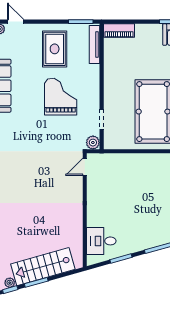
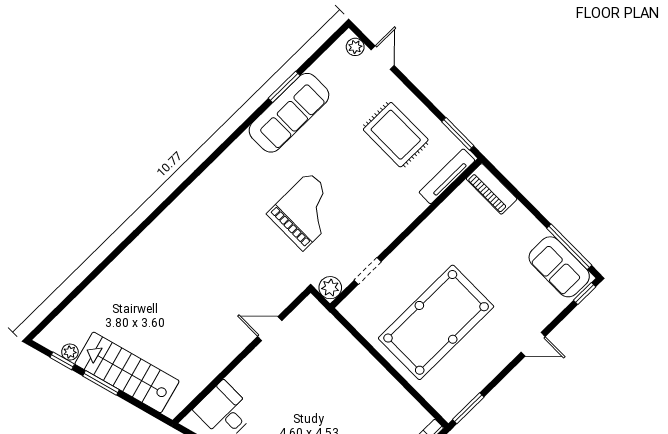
rug: (55, 49) -> (396, 135), turned 90
grand piano: (61, 97) -> (306, 211), moved
door: (85, 167) -> (270, 329), moved

